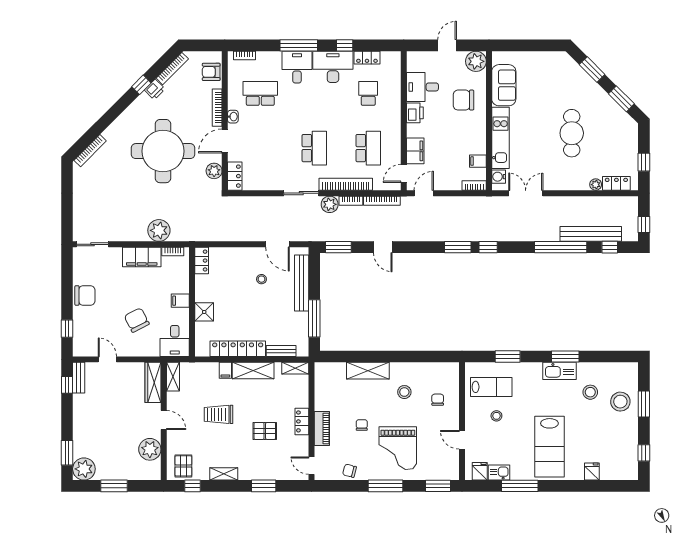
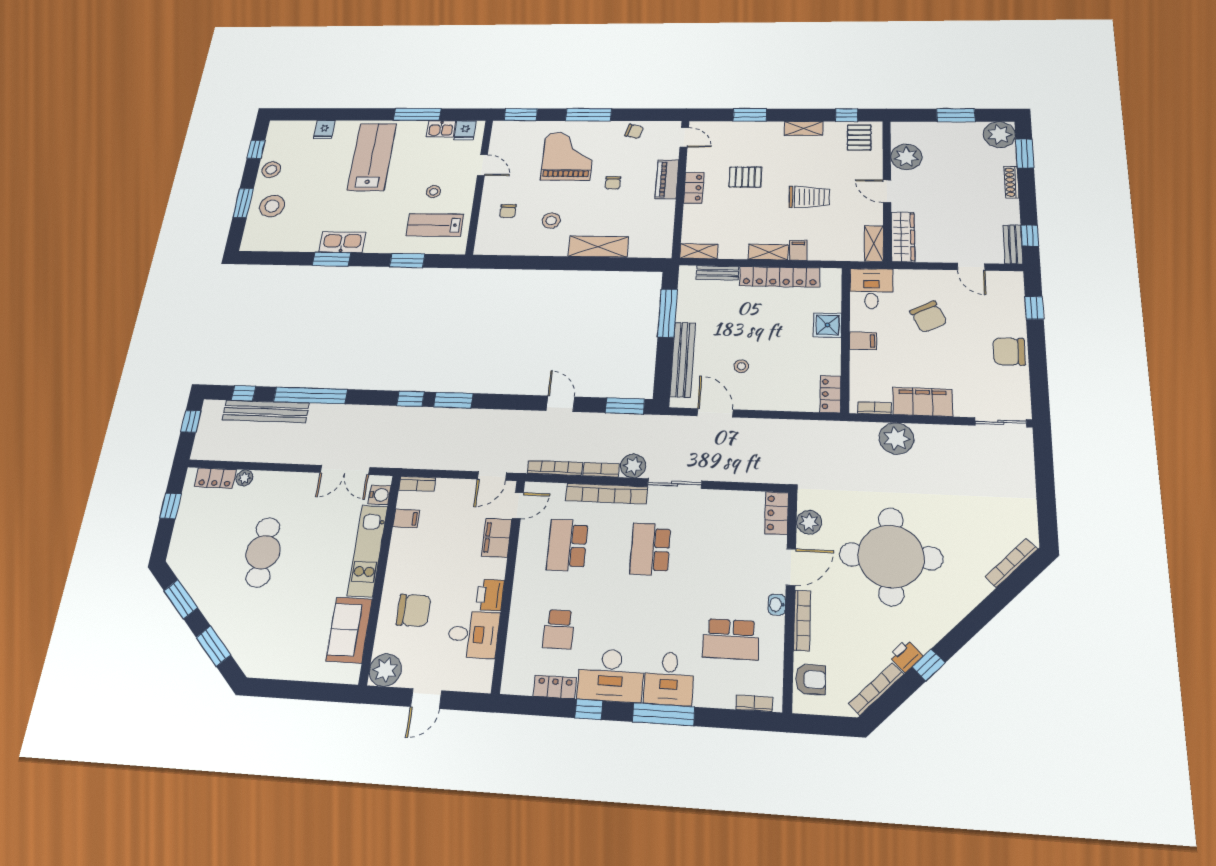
shelving: (253, 370) -> (768, 252), width x0.67, depth x0.75
stool: (590, 392) -> (271, 170), moved
shoe rack: (77, 429) -> (1012, 182), added

